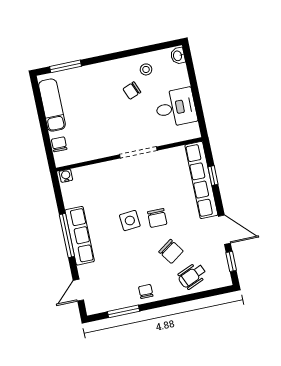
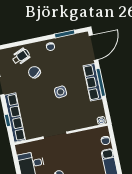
chair: (157, 218) -> (43, 93), removed
door: (78, 290) -> (93, 48), width x1.88

